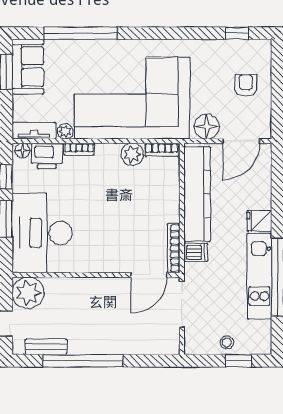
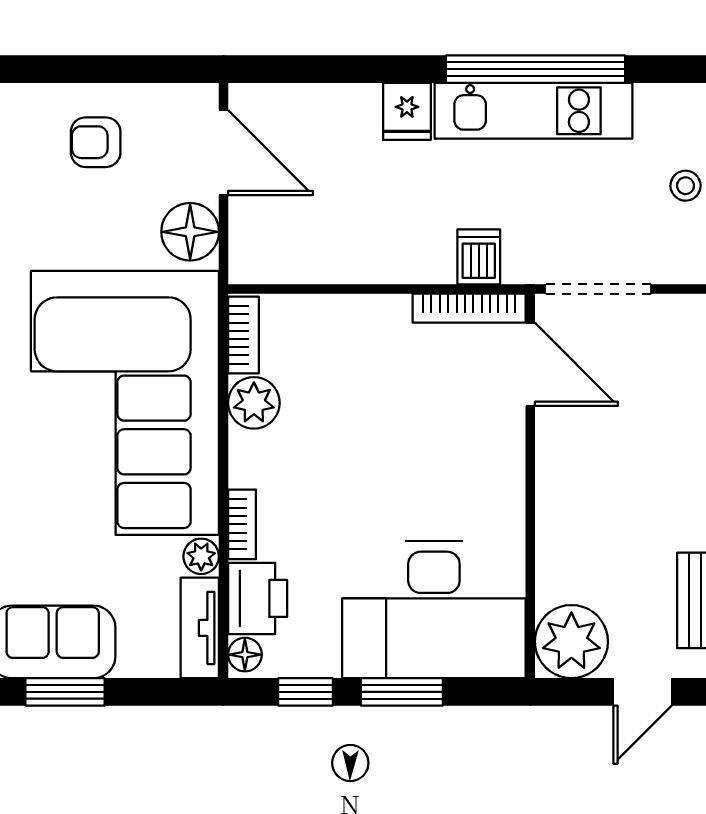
kitchen counter: (197, 194) -> (345, 254), removed

